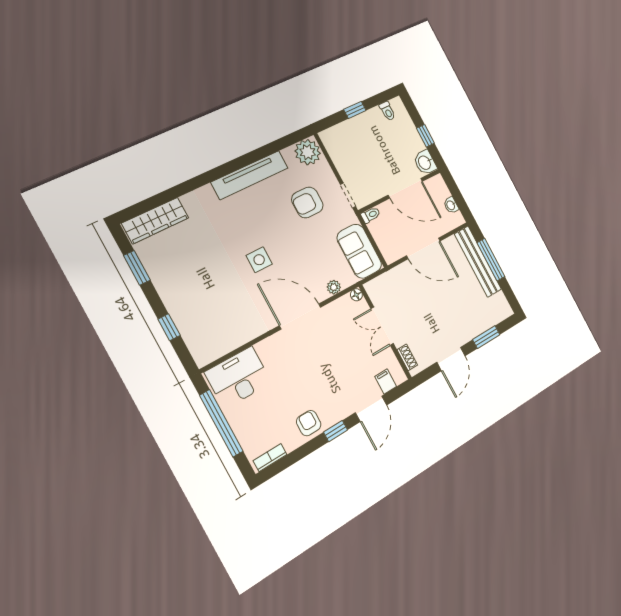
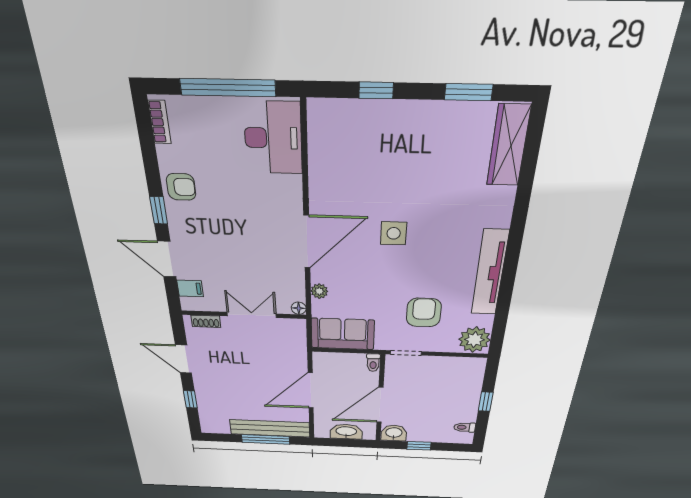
washbasin: (451, 205) -> (346, 432), width x1.91, depth x1.45
window: (486, 337) -> (190, 399), width x0.67

